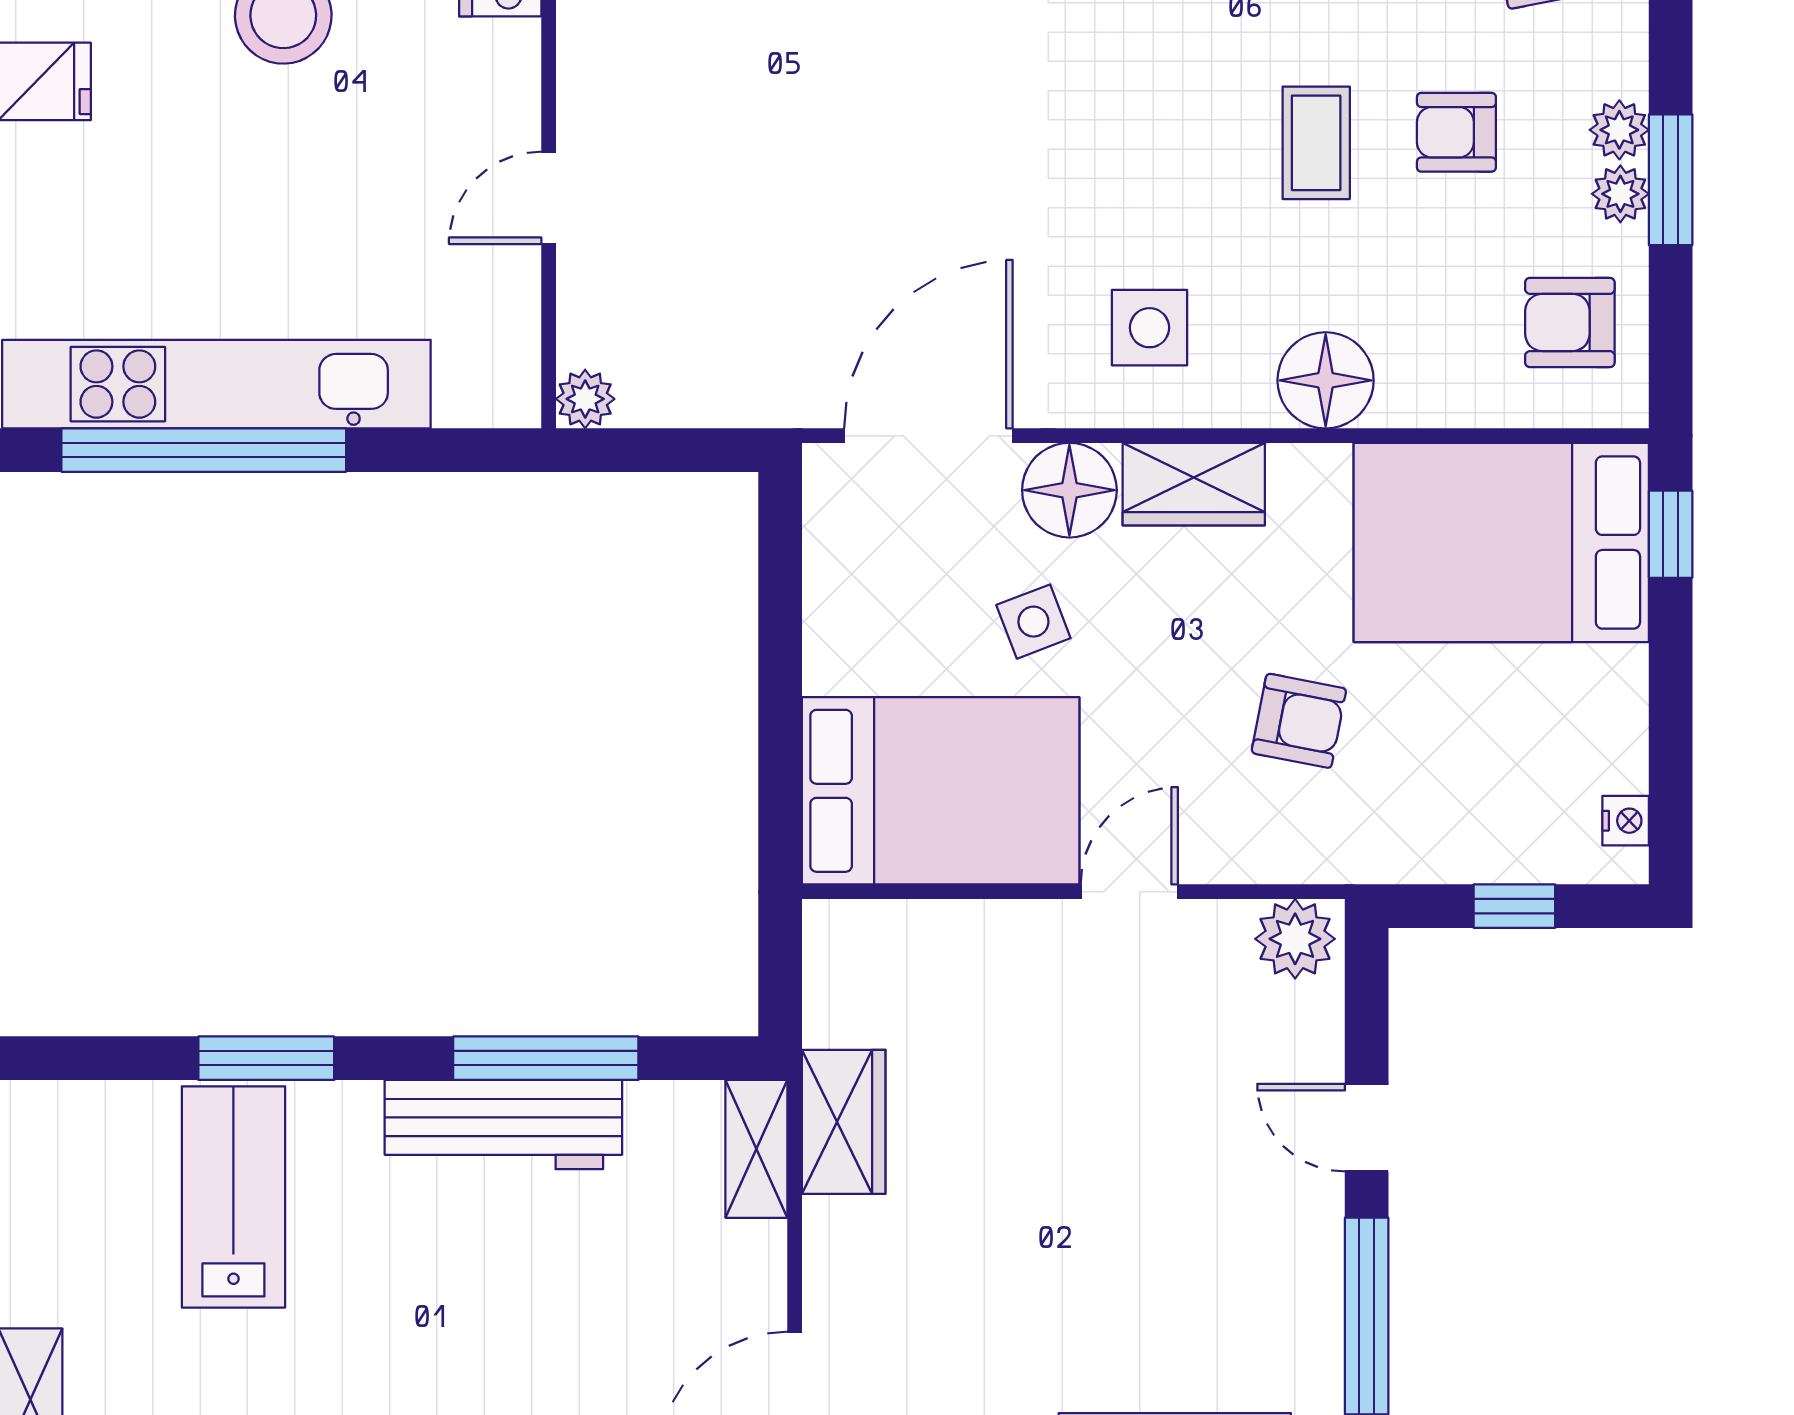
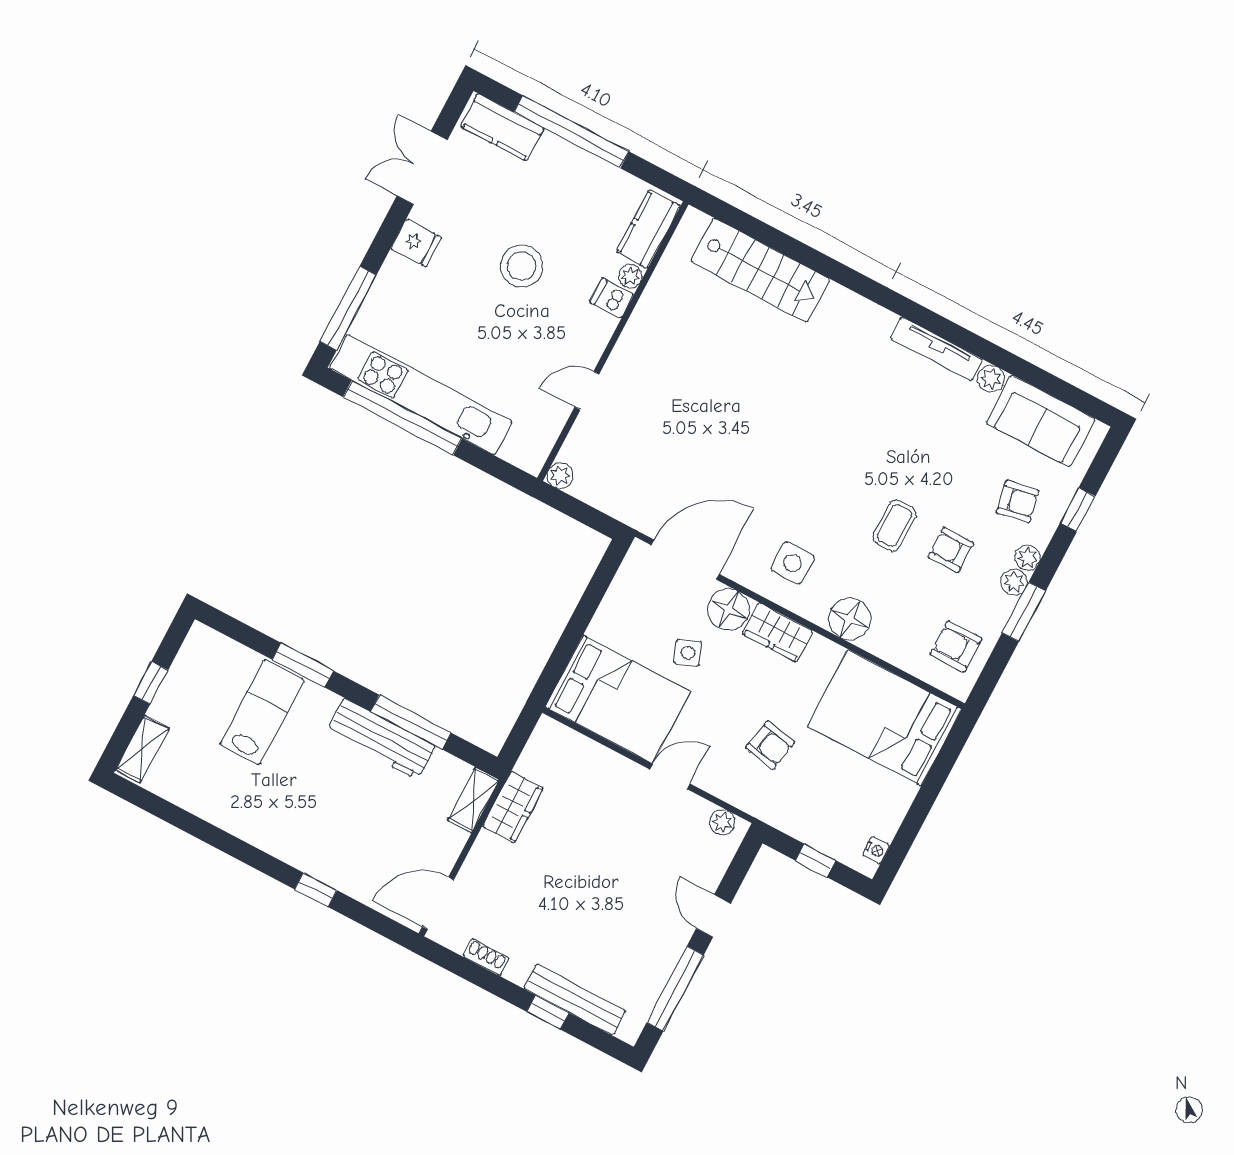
plant: (1620, 194) -> (1028, 558), moved
window: (1671, 534) -> (952, 749), removed
plant: (1295, 939) -> (722, 822), width x0.73, depth x0.73

